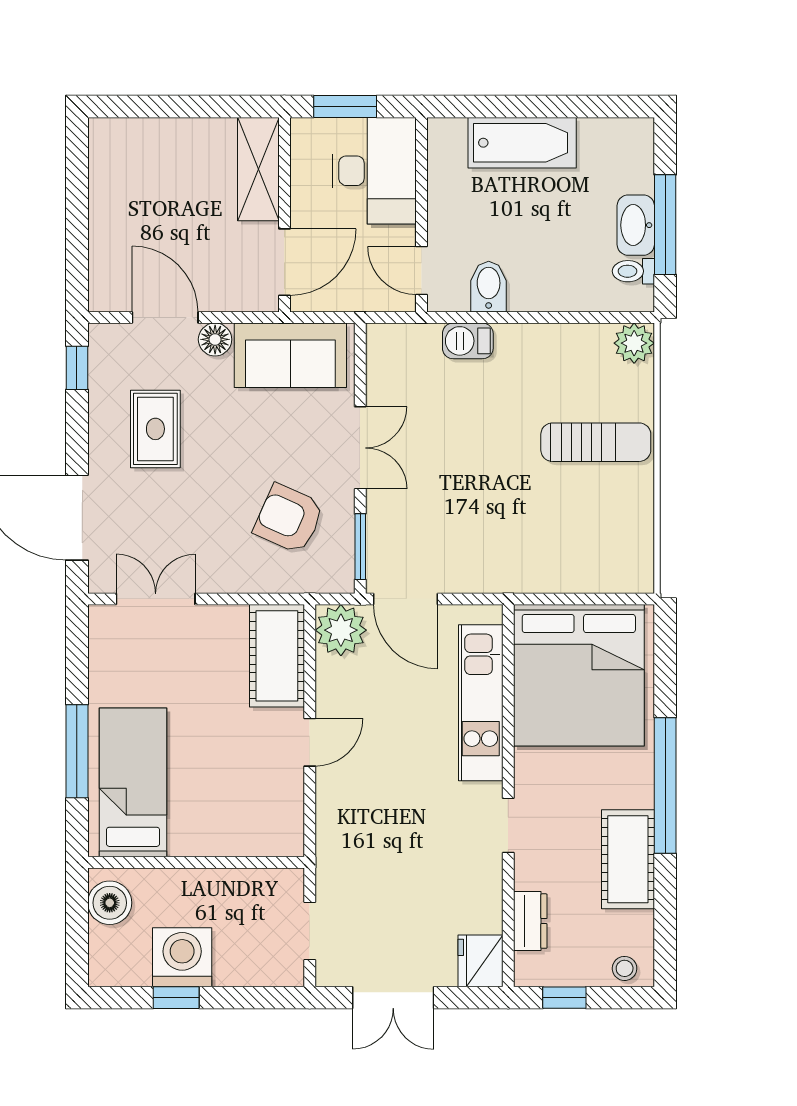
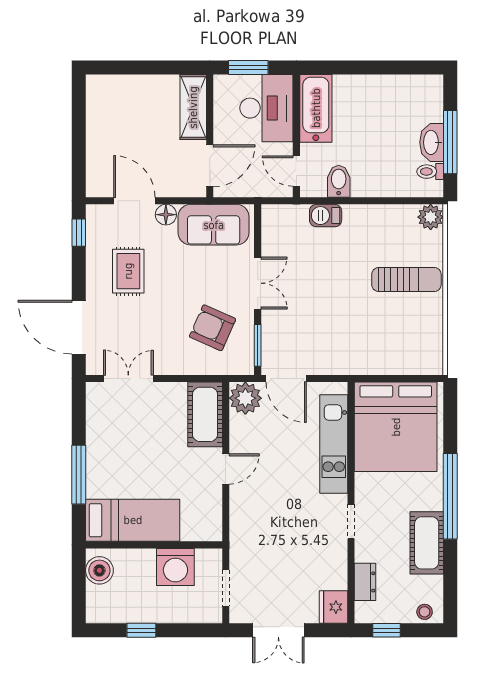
bathtub: (522, 143) -> (316, 108), moved, turned -90
bed: (133, 782) -> (133, 520), moved, turned 90
washing machine: (182, 957) -> (175, 567), moved, turned 180

